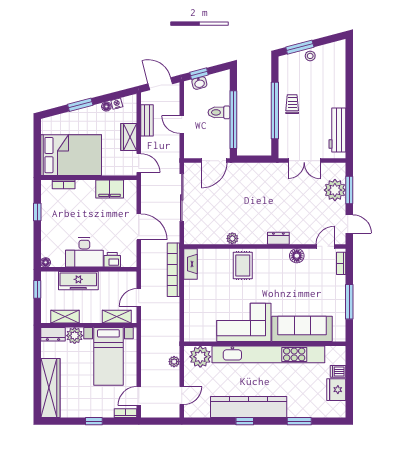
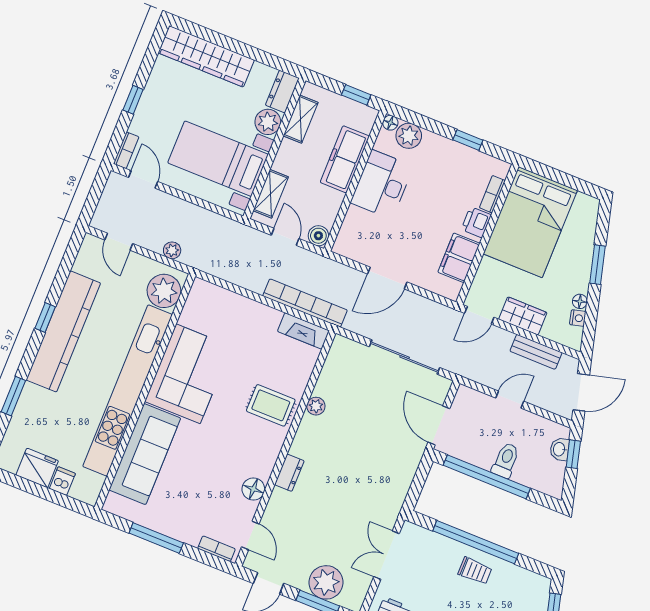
plant: (49, 248) -> (409, 136), added
printer: (112, 260) -> (476, 222), moved, turned 180
boiler: (130, 278) -> (318, 236), added

